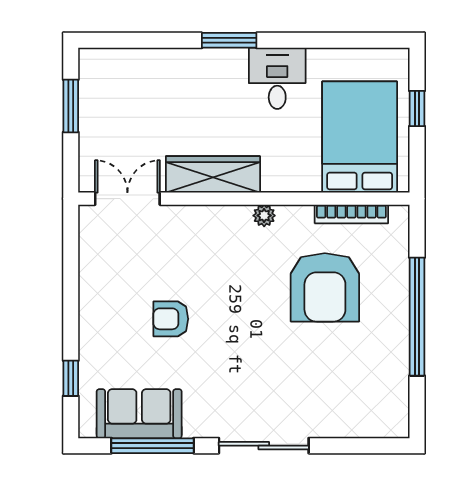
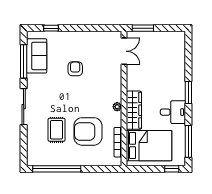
window: (349, 40) -> (188, 141), added
window: (71, 106) -> (143, 28), moved
window: (417, 108) -> (172, 169), moved
wardrobe: (213, 174) -> (134, 110), moved
window: (417, 317) -> (57, 169), moved
rug: (321, 365) -> (57, 130), added

